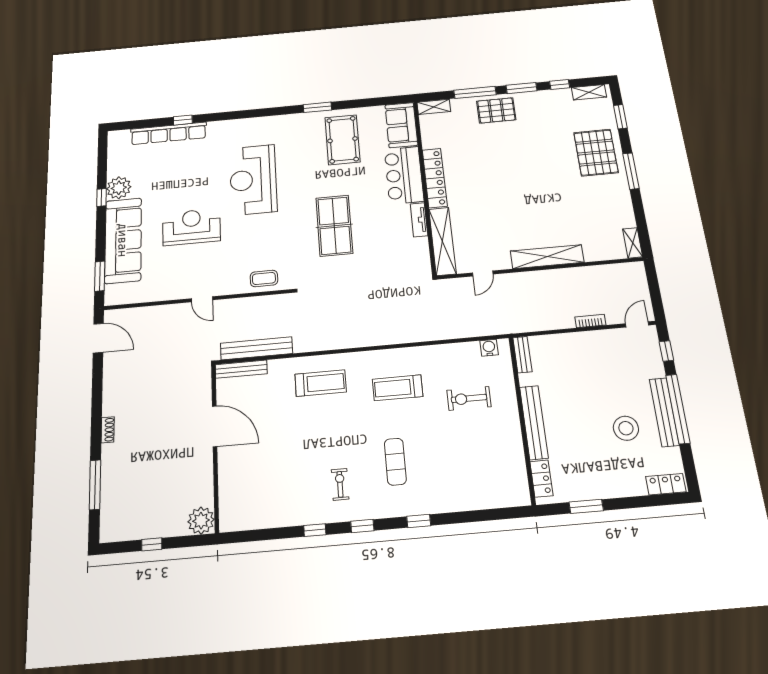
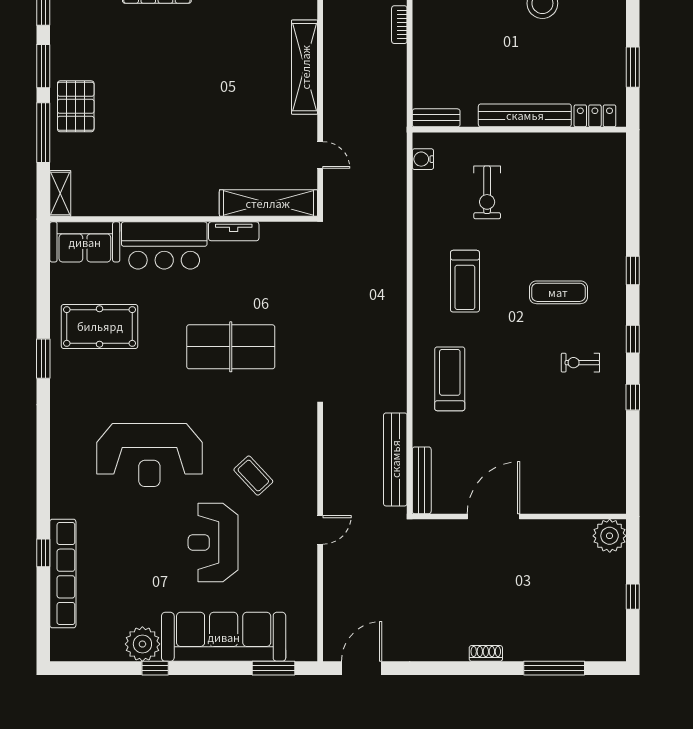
locker: (435, 178) -> (173, 204), removed
coffee table: (264, 278) -> (253, 476), moved, turned -43

